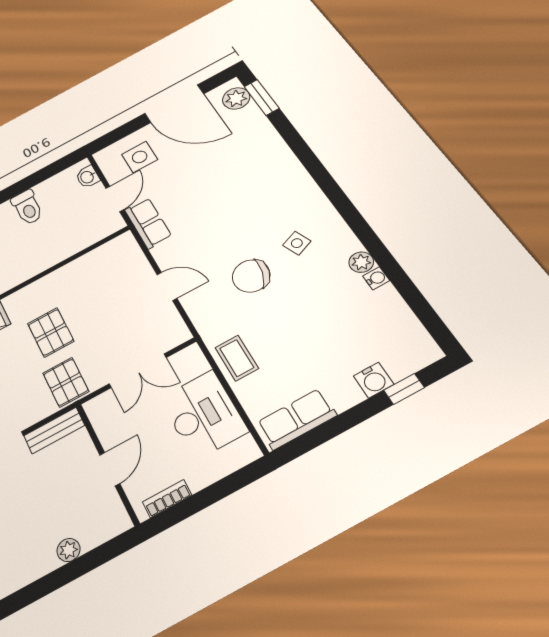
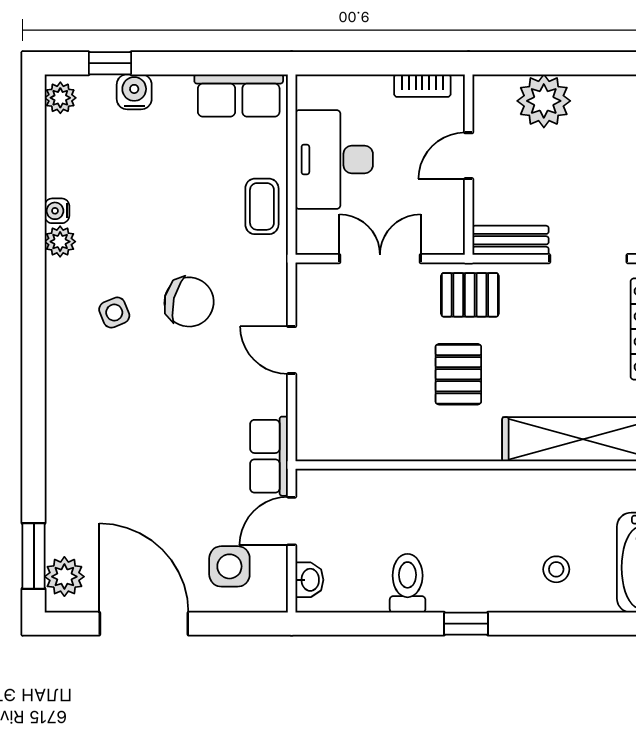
plant: (424, 347) -> (60, 98), added
pallet: (66, 382) -> (470, 295), turned 90
plant: (69, 550) -> (544, 101), width x1.88, depth x1.88

